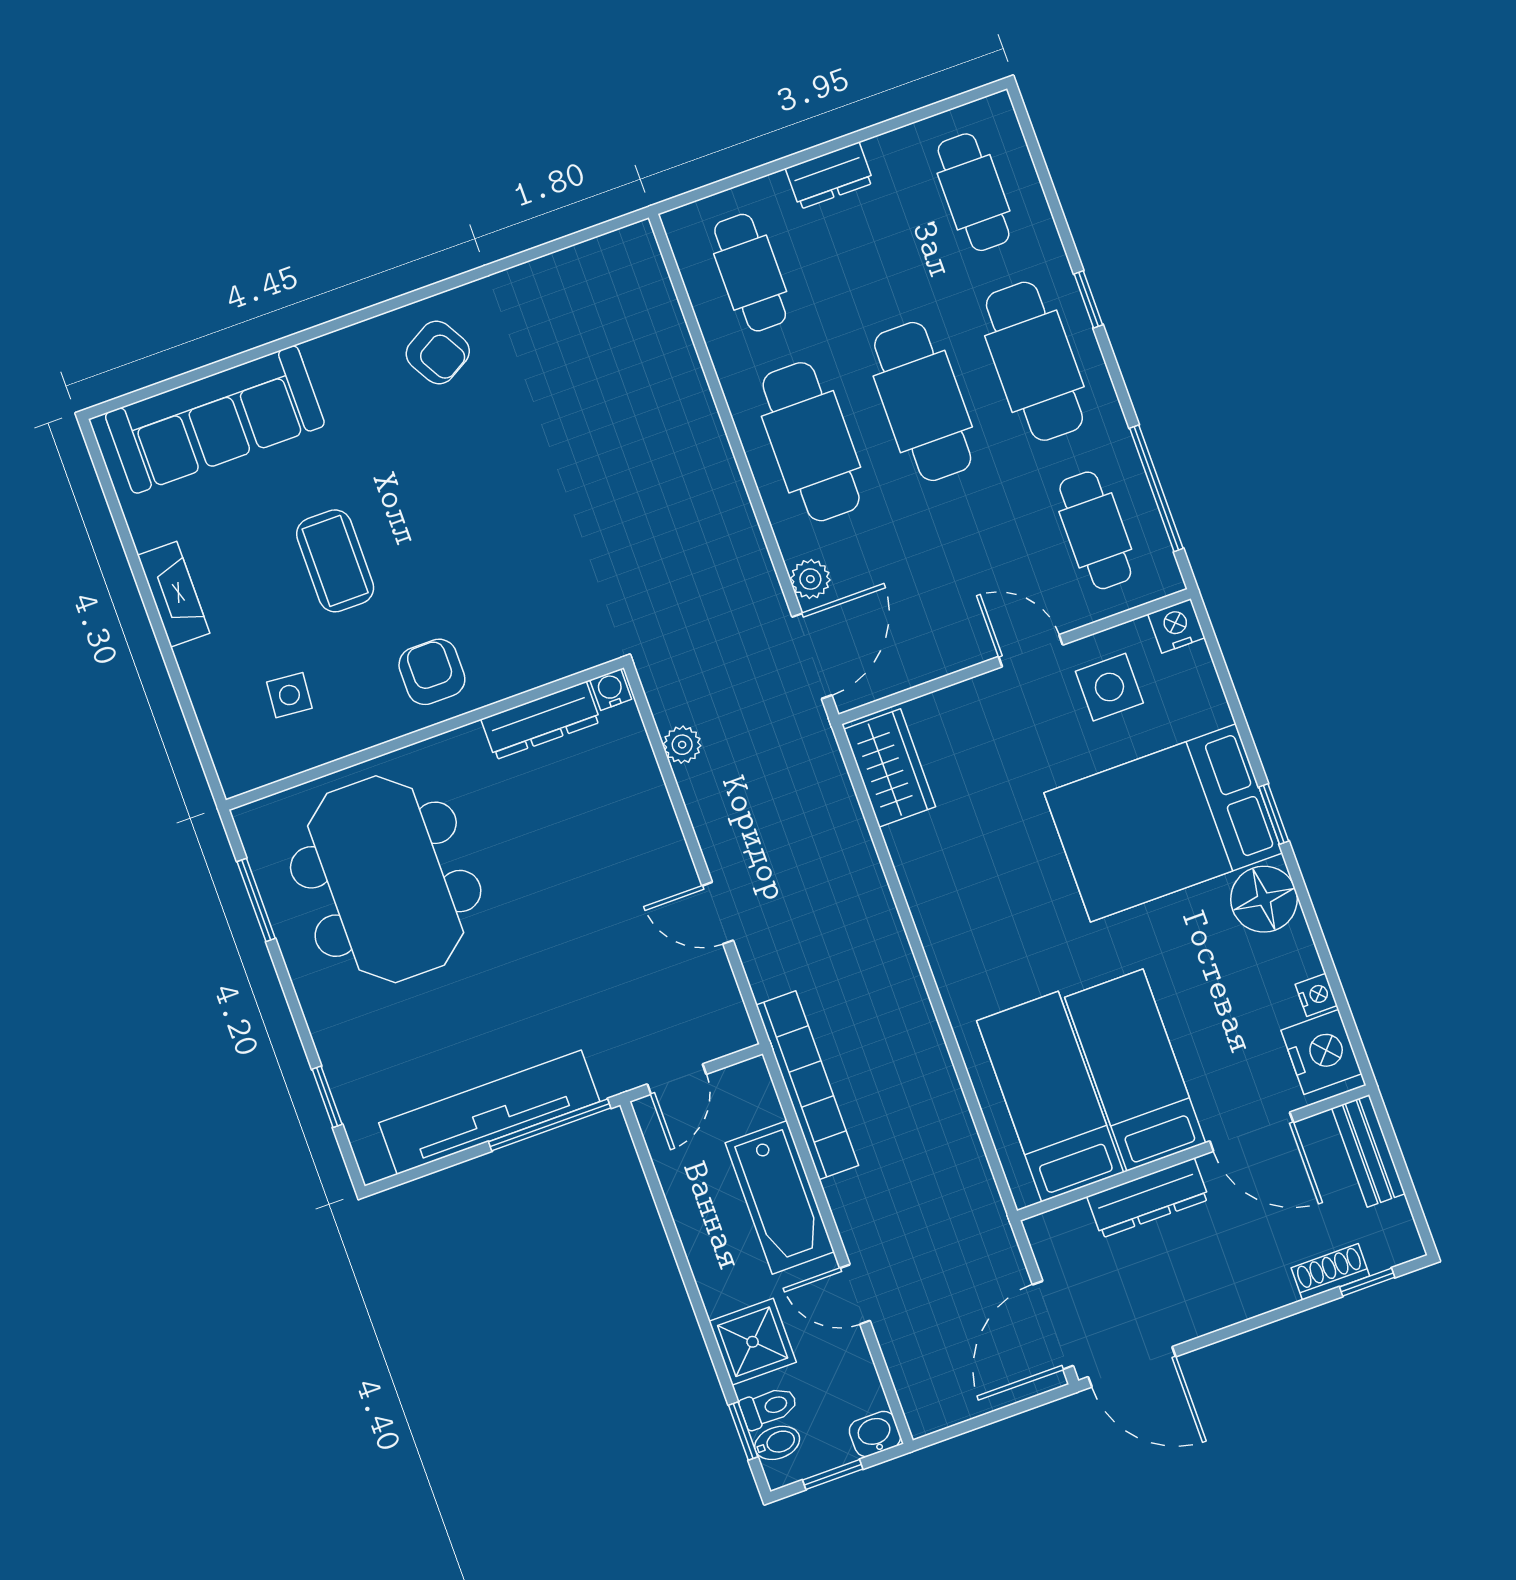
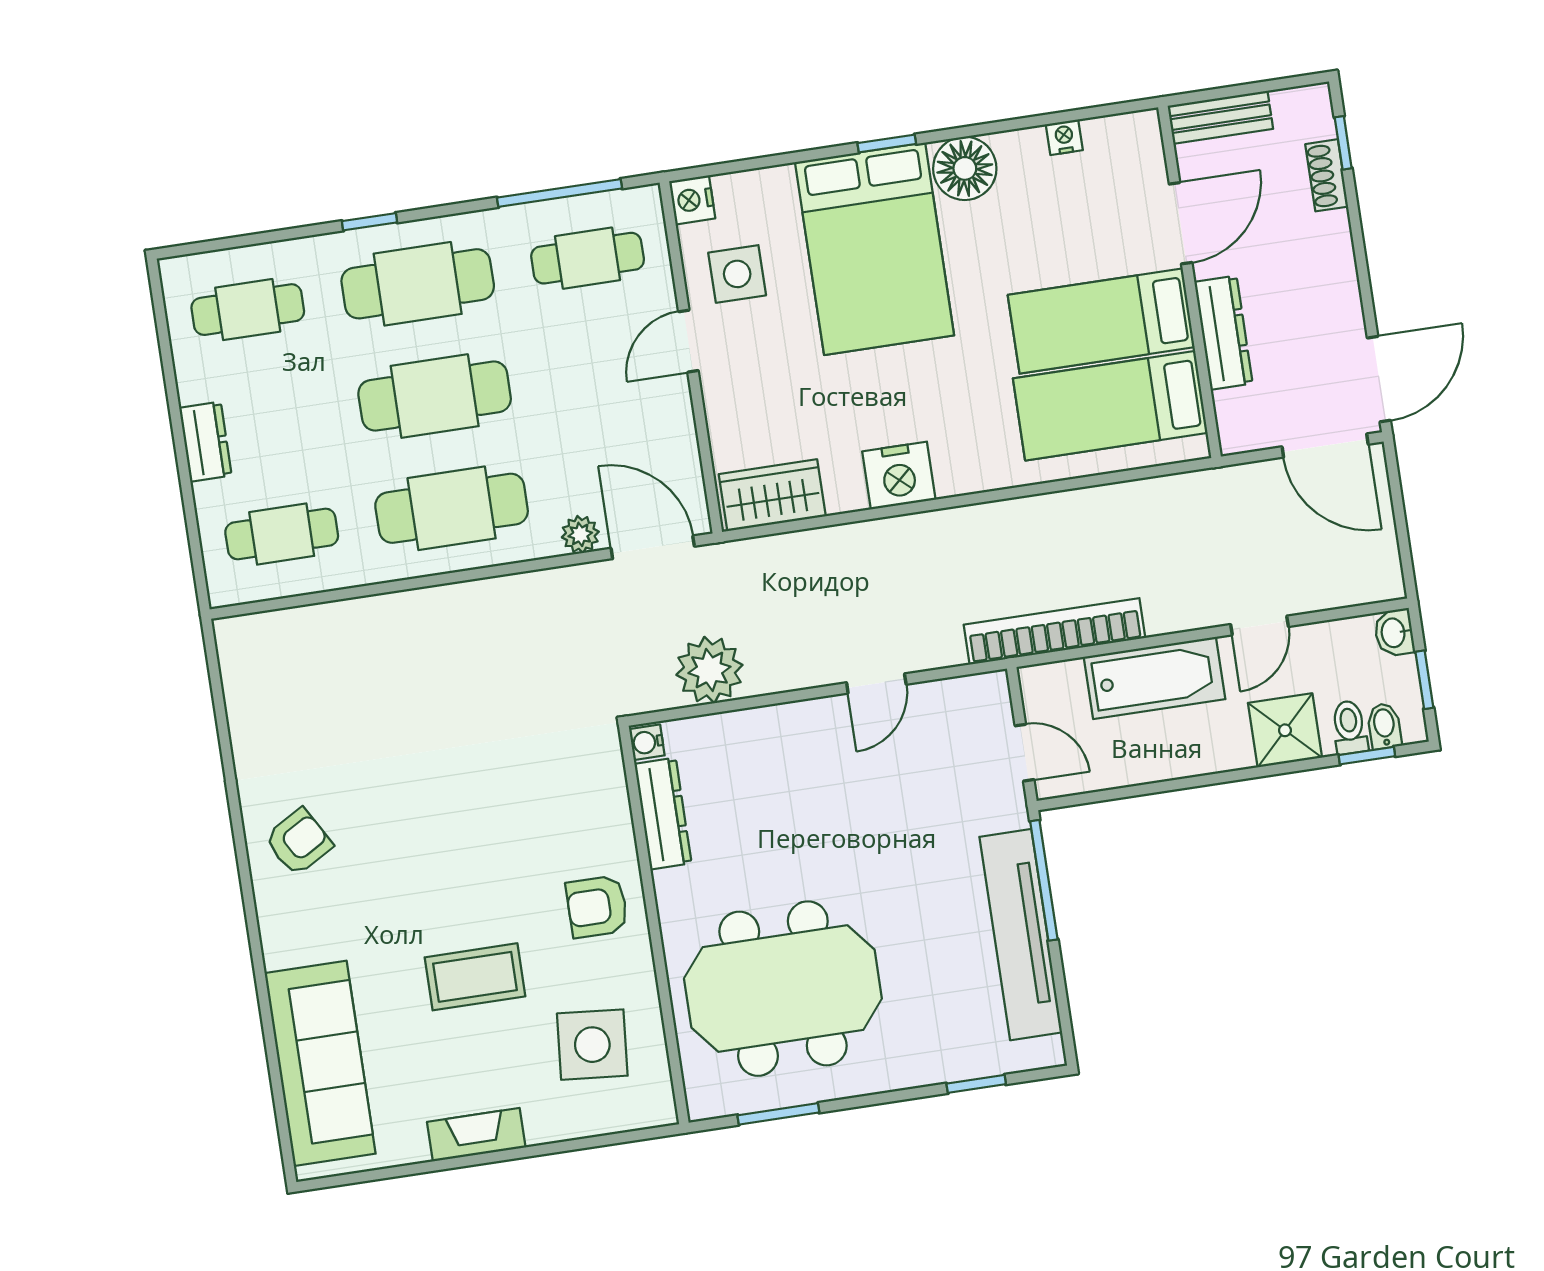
side table: (289, 695) -> (592, 1045), width x1.87, depth x1.87
plant: (682, 745) -> (709, 670), width x1.88, depth x1.88
nightstand: (1321, 1052) -> (899, 476), moved, turned 180

